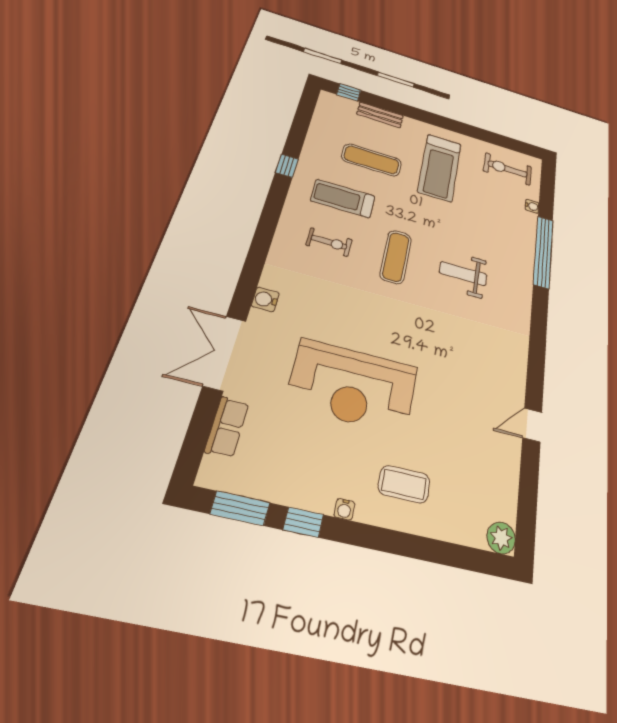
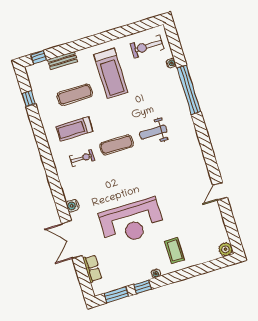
window: (287, 166) -> (29, 99), moved
exercise mat: (396, 257) -> (117, 145), turned 90
coffee table: (404, 484) -> (175, 250), turned 90

